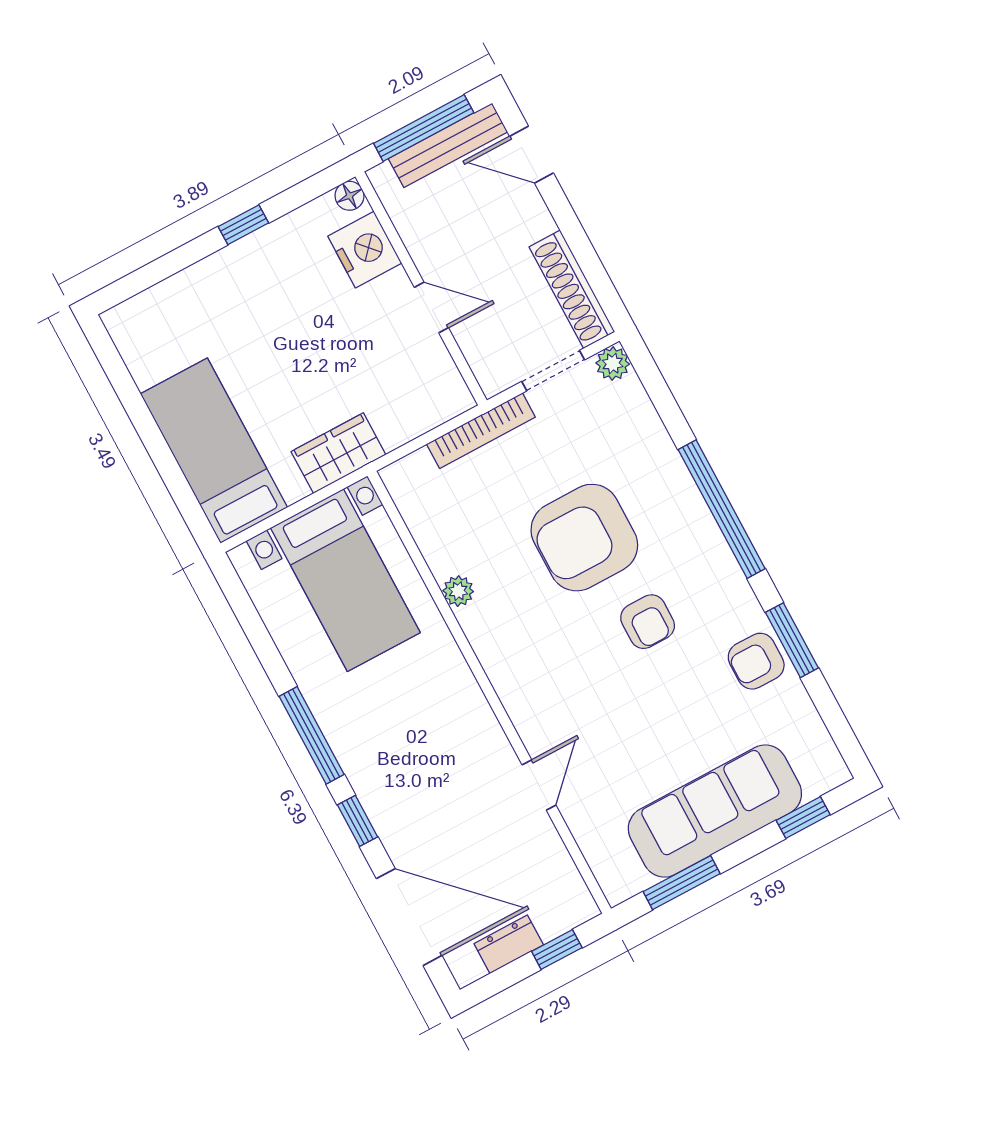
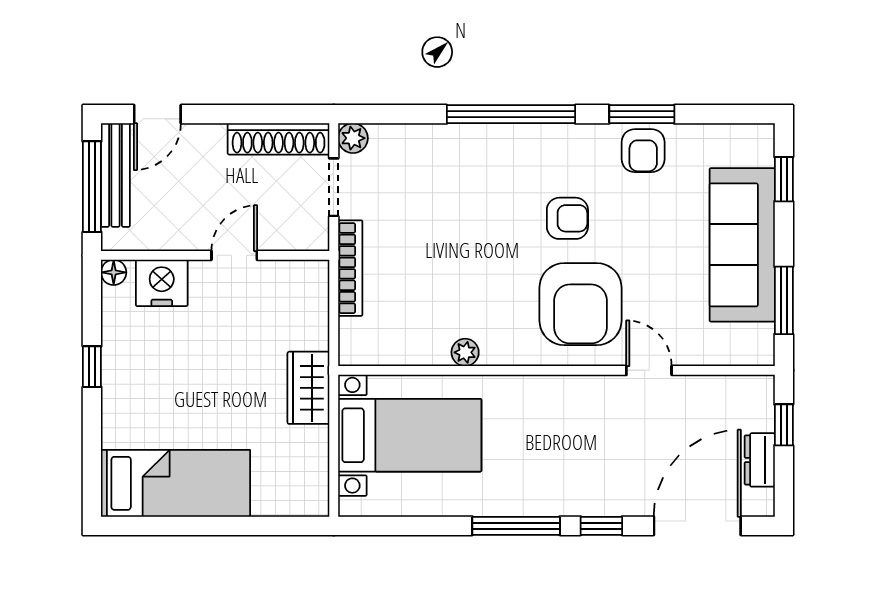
bed: (214, 451) -> (176, 483), moved, turned 180
armchair: (584, 538) -> (581, 304), moved

